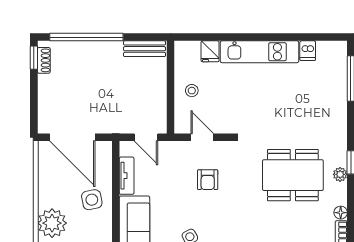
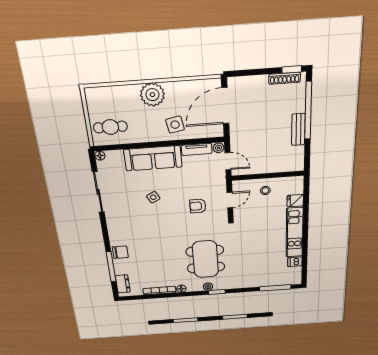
bench: (145, 49) -> (298, 130), moved
shoe rack: (44, 60) -> (285, 78), width x1.43
door: (146, 137) -> (228, 161), swing flipped
plant: (127, 148) -> (219, 148), added

